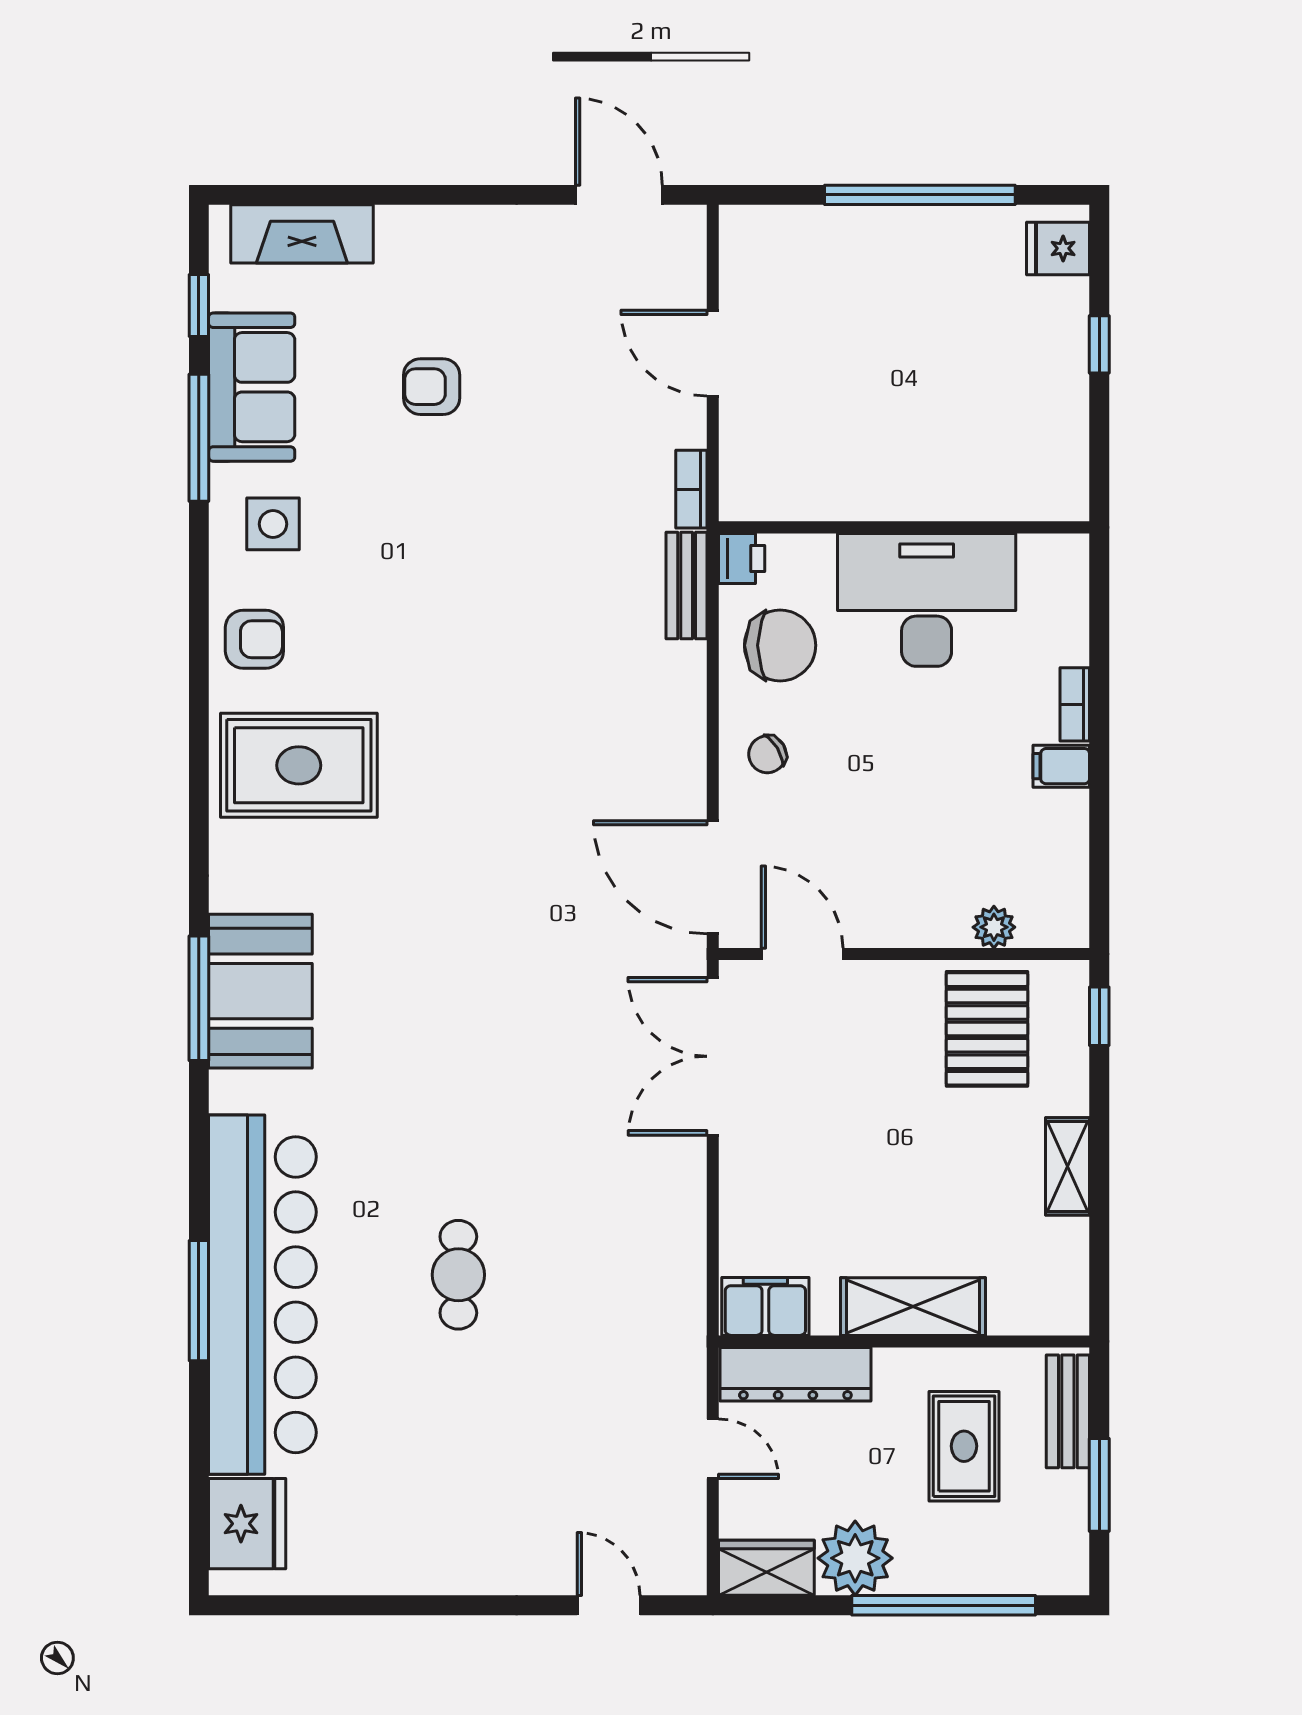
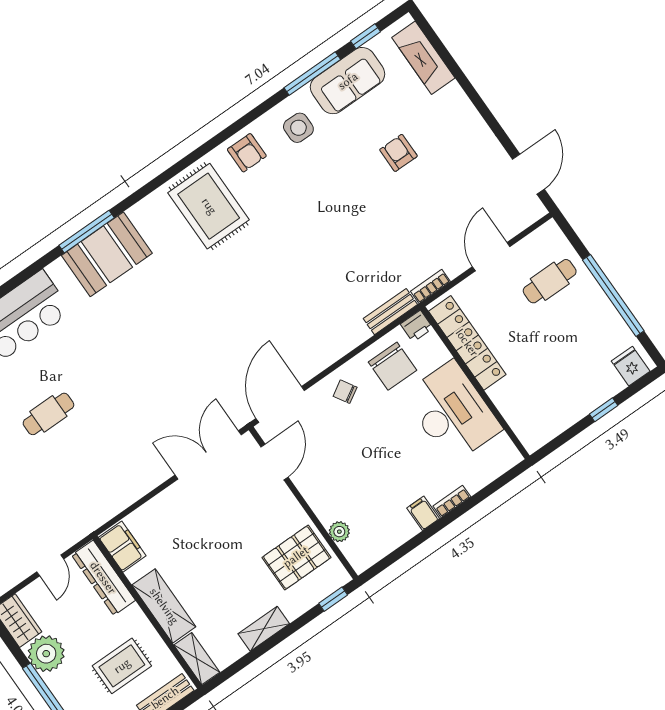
cafe table: (822, 284) -> (550, 281), added
locker: (828, 494) -> (467, 343), added
shelving: (1039, 1313) -> (197, 659), added

